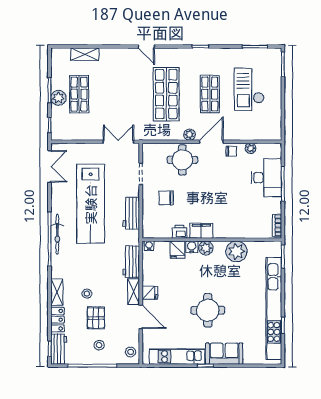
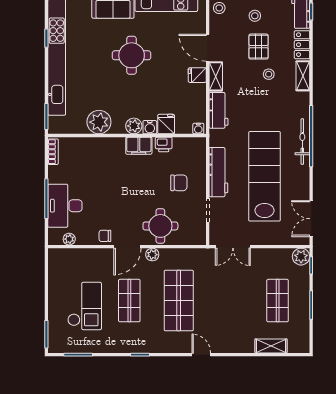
plant: (58, 98) -> (301, 257), moved
plant: (251, 148) -> (69, 239), moved
workbench: (131, 213) -> (218, 172), width x1.38

